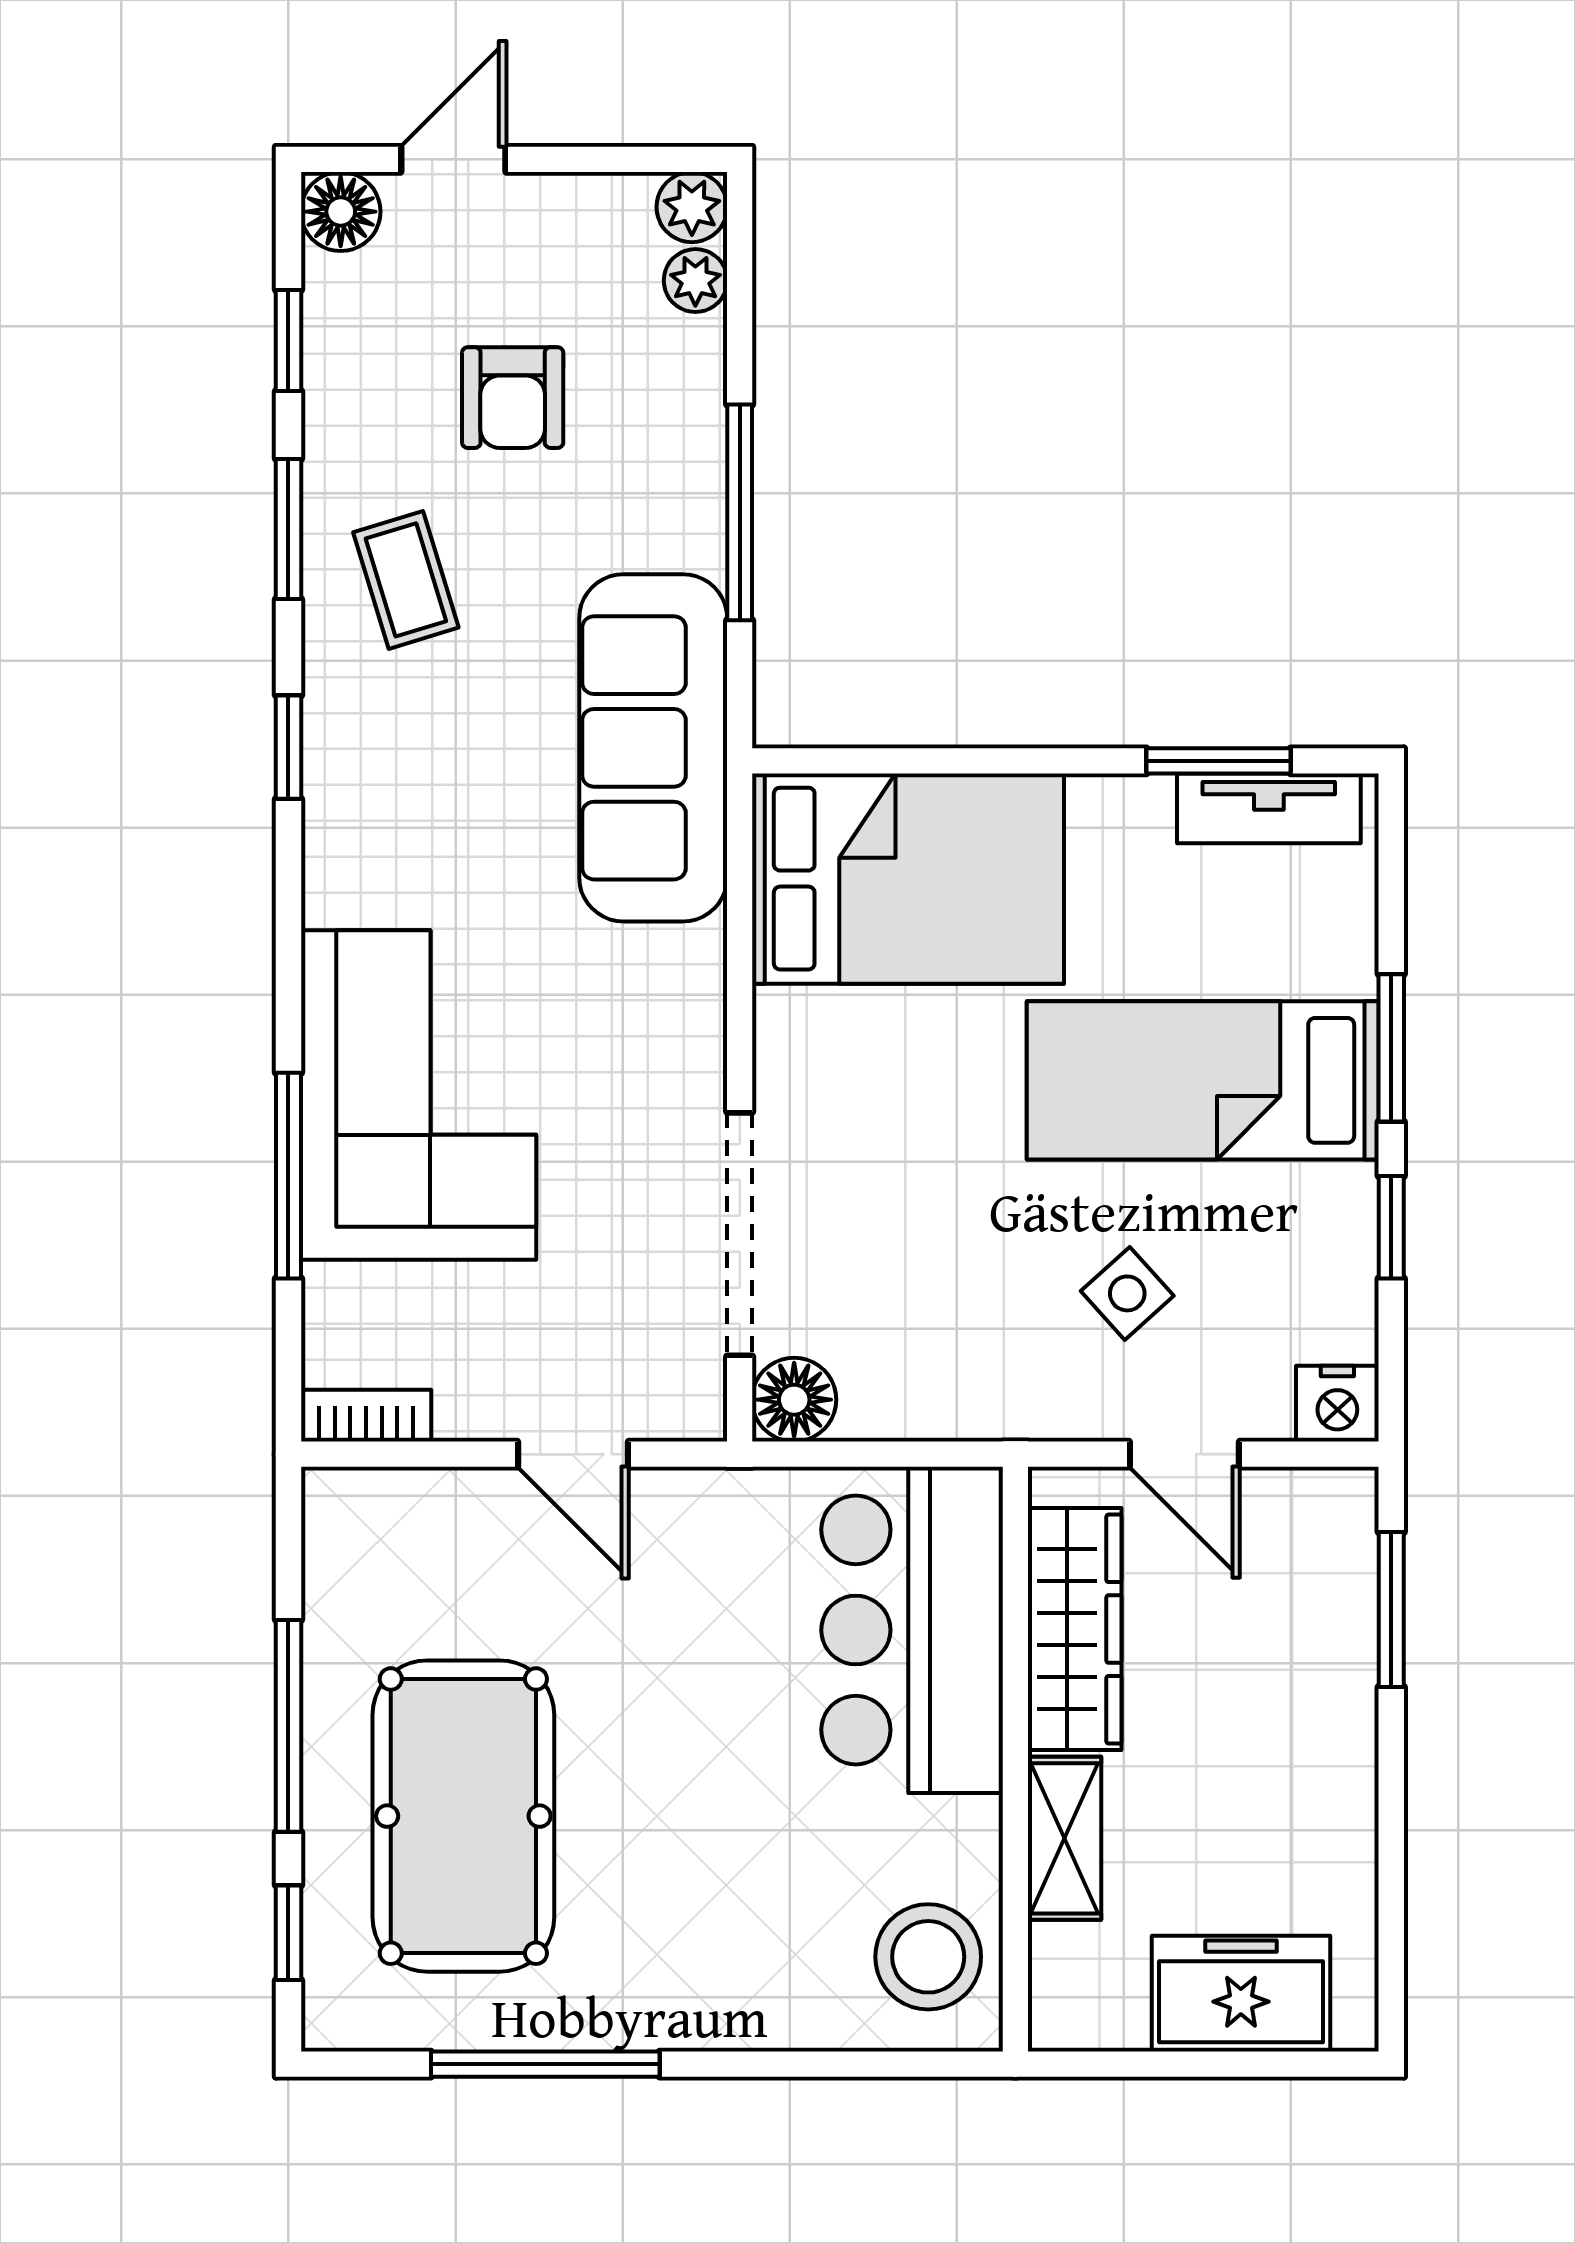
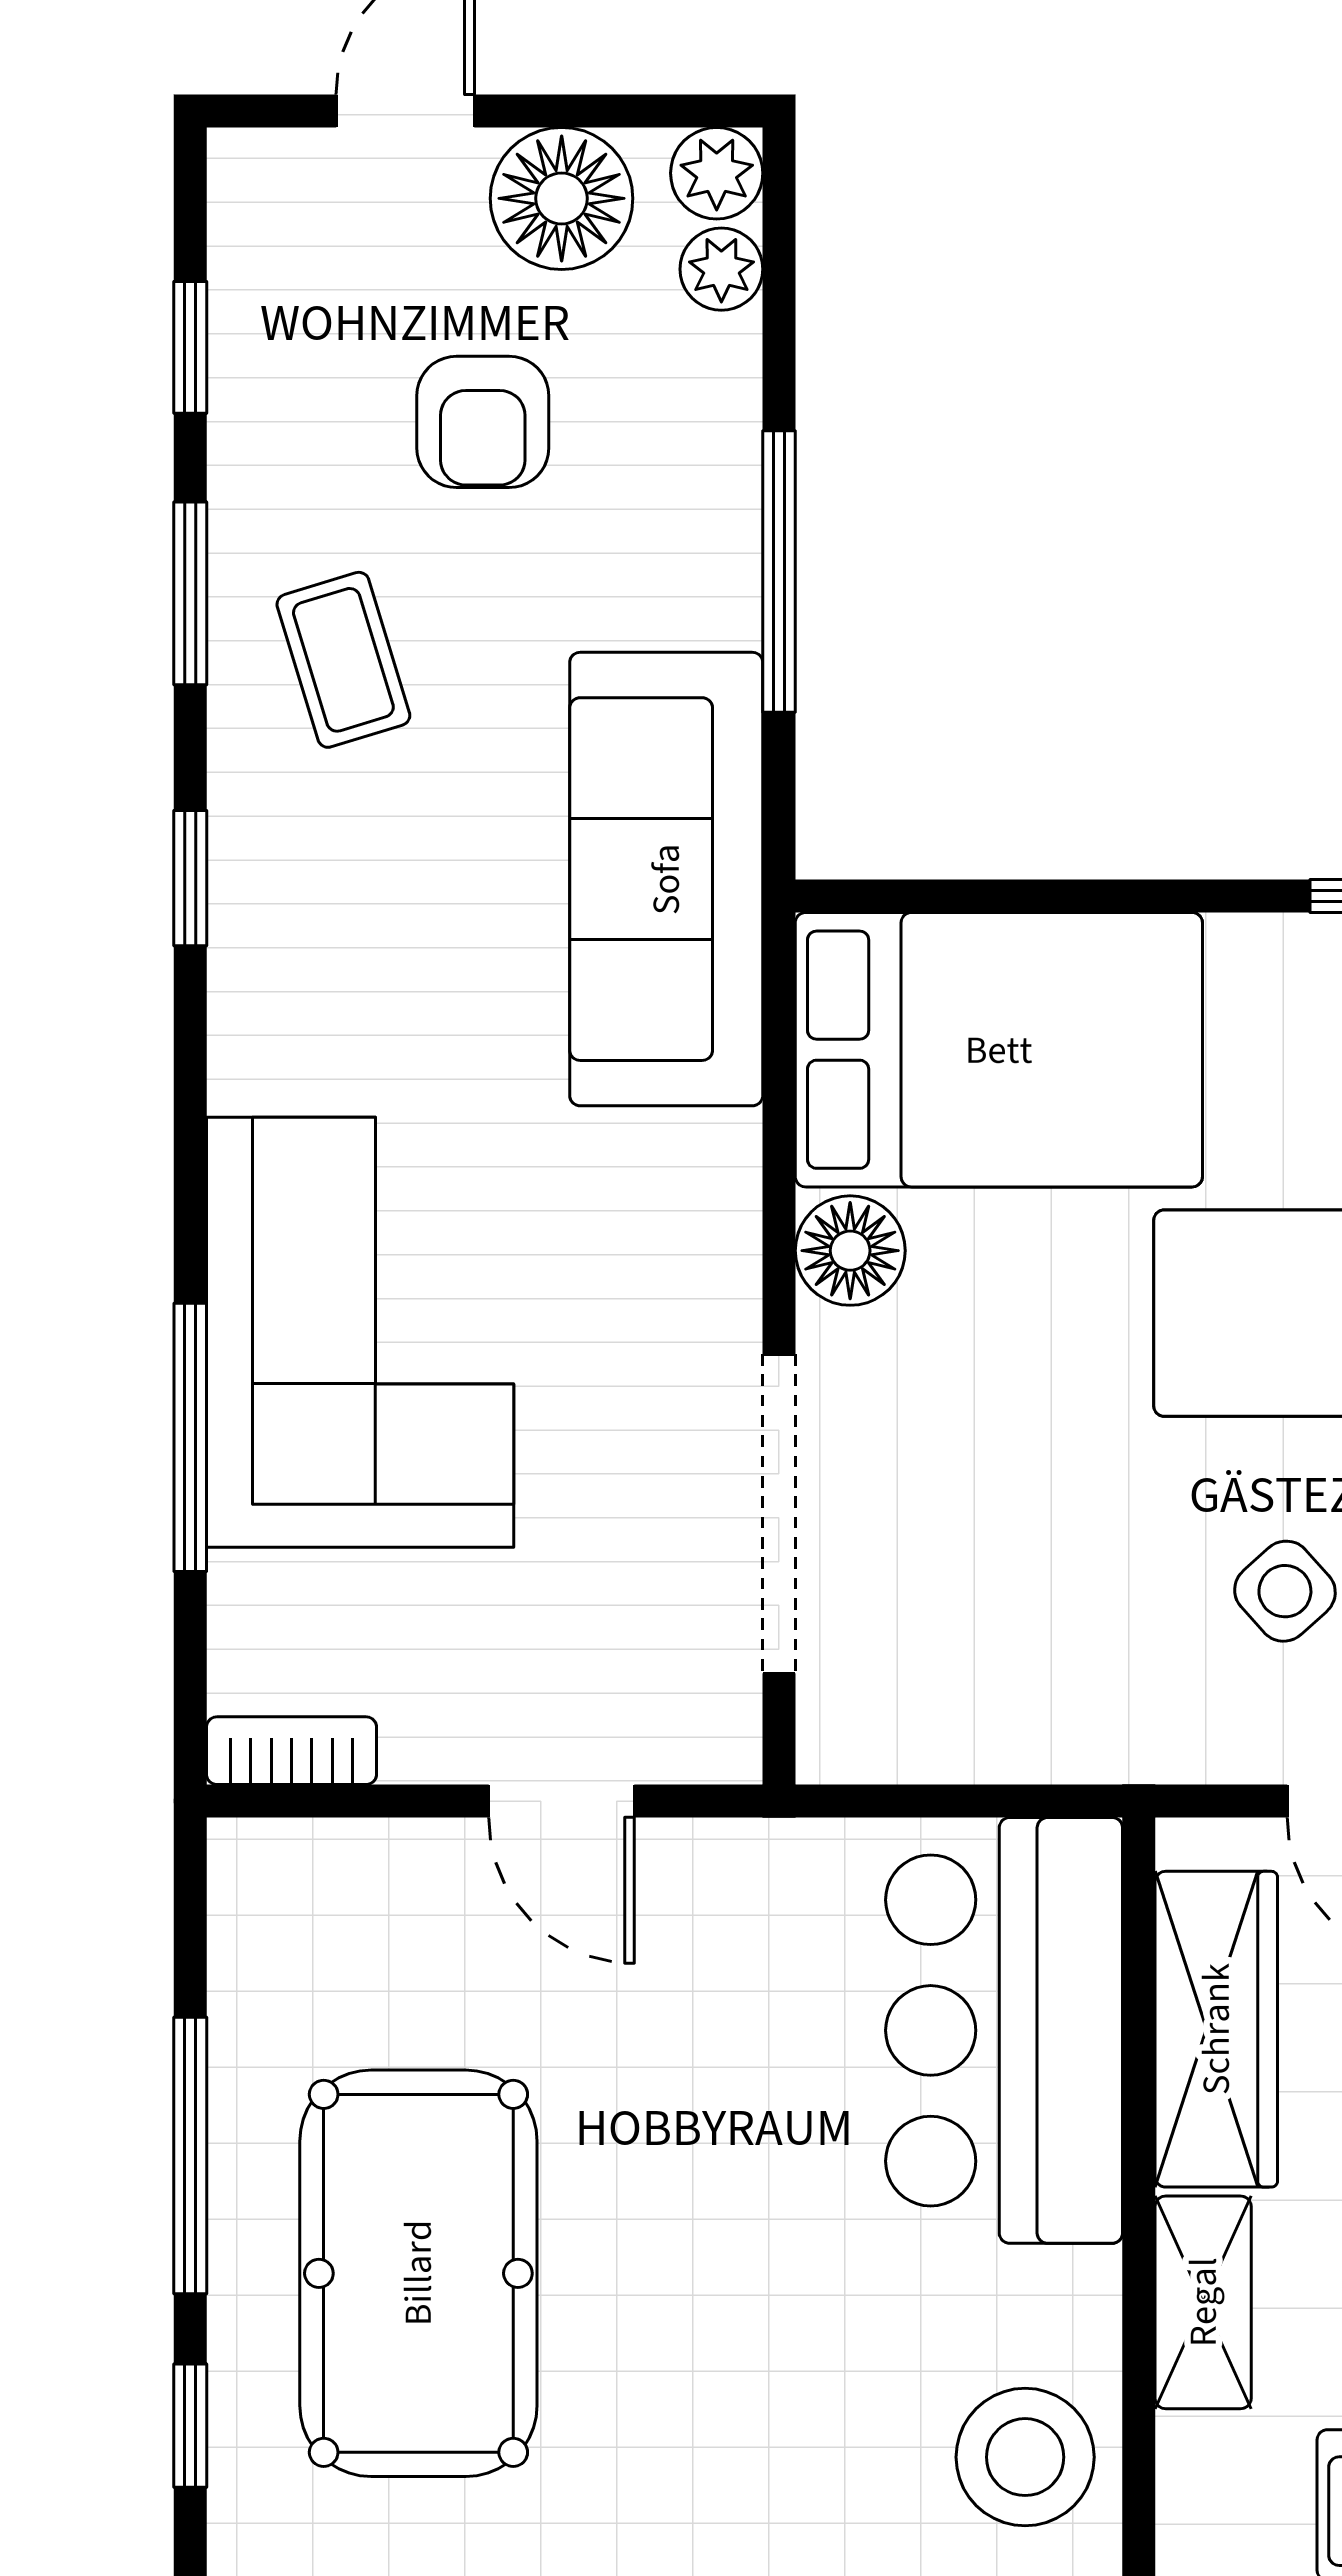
floor lamp: (341, 212) -> (562, 198), moved, width x1.38, depth x1.38
floor lamp: (794, 1400) -> (850, 1251), moved

